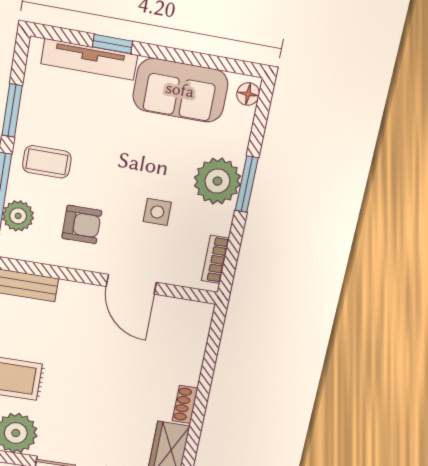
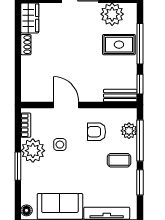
plant: (217, 181) -> (33, 151), moved

